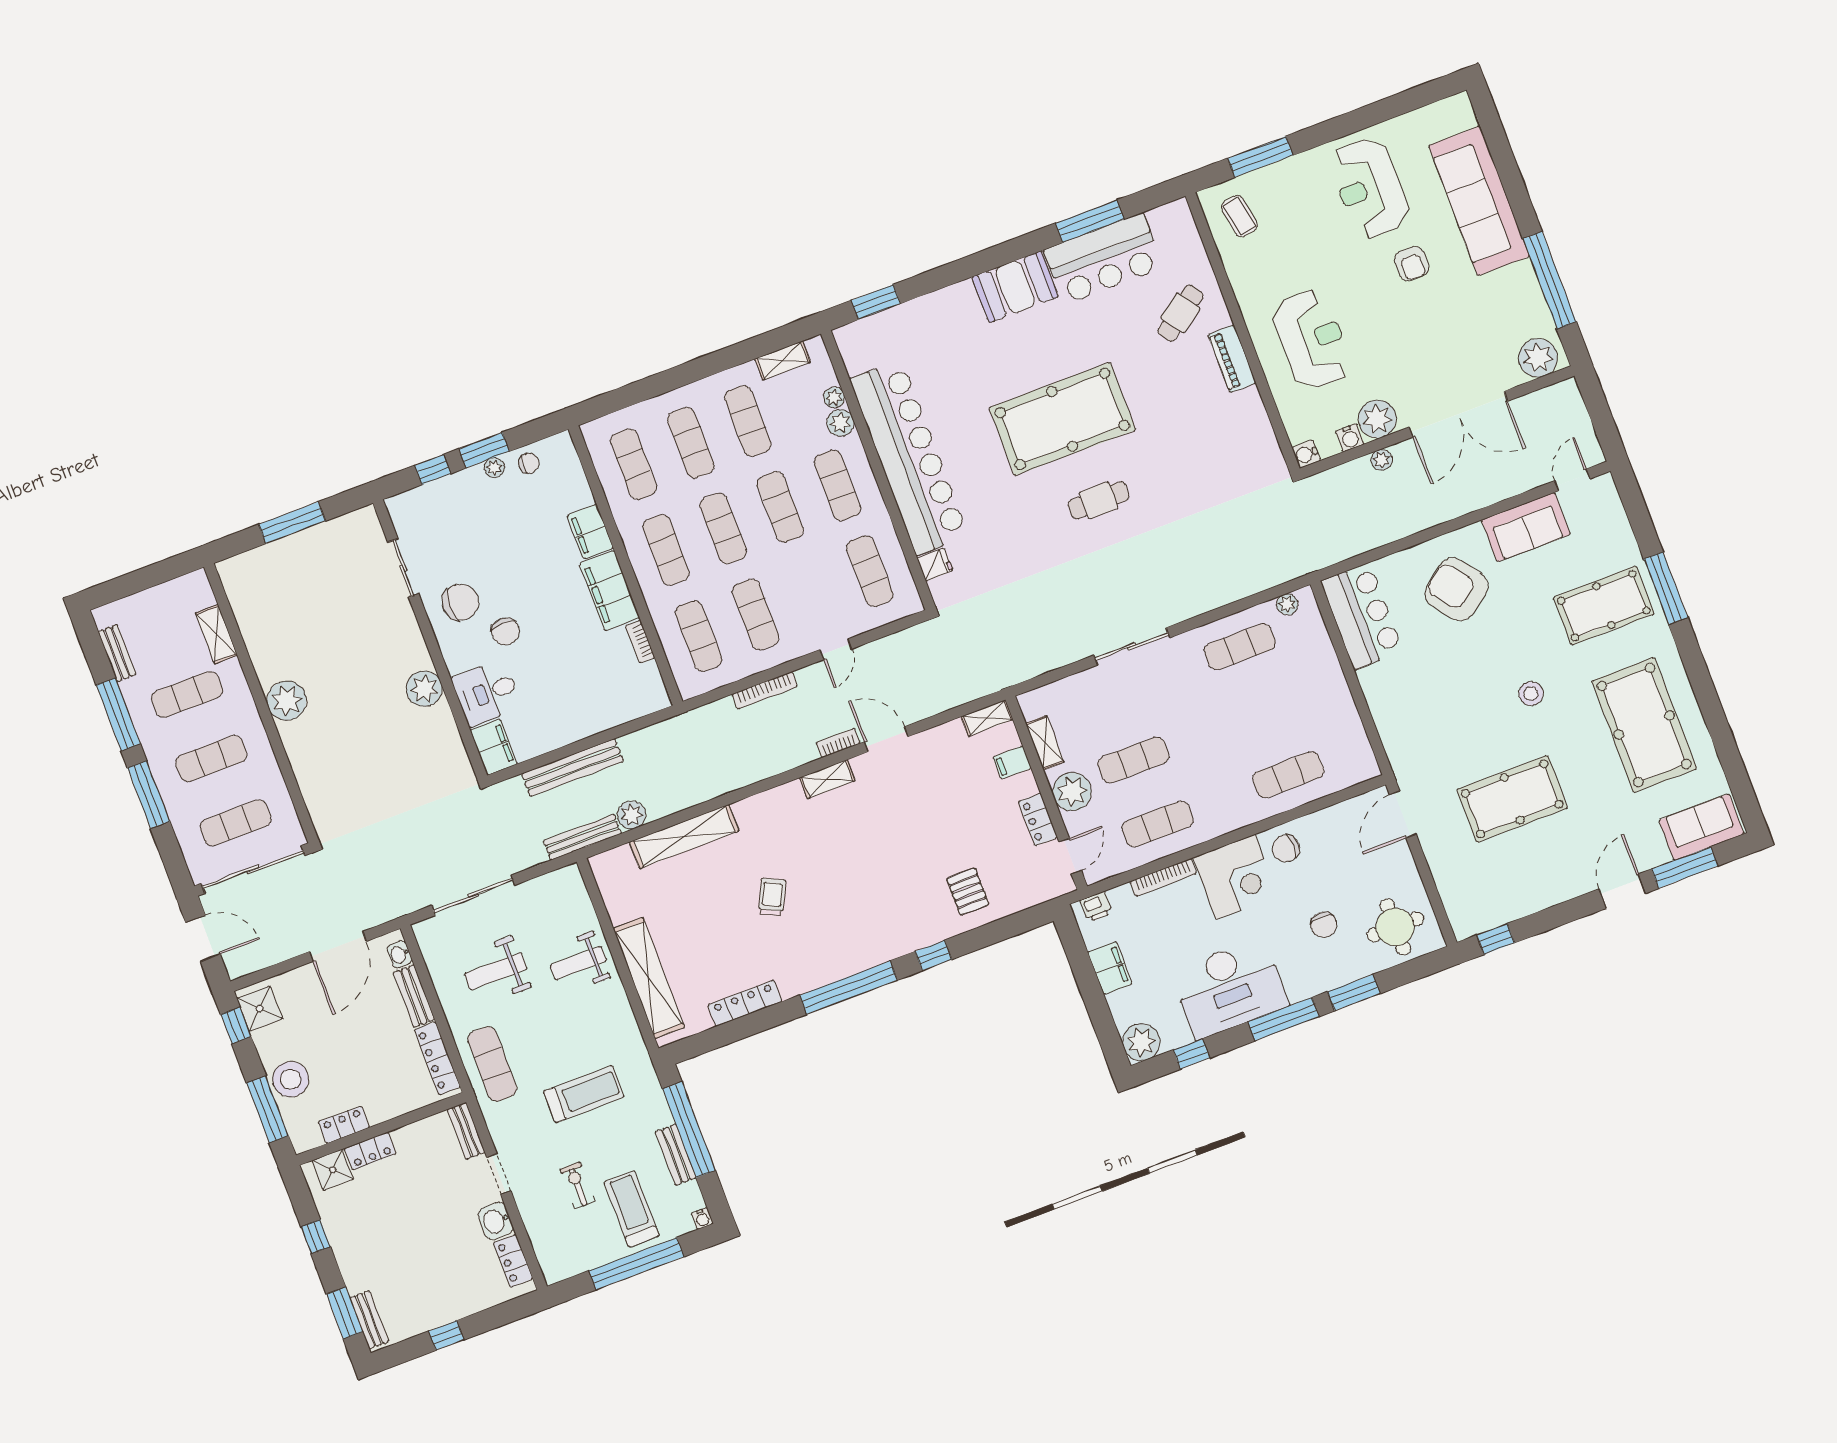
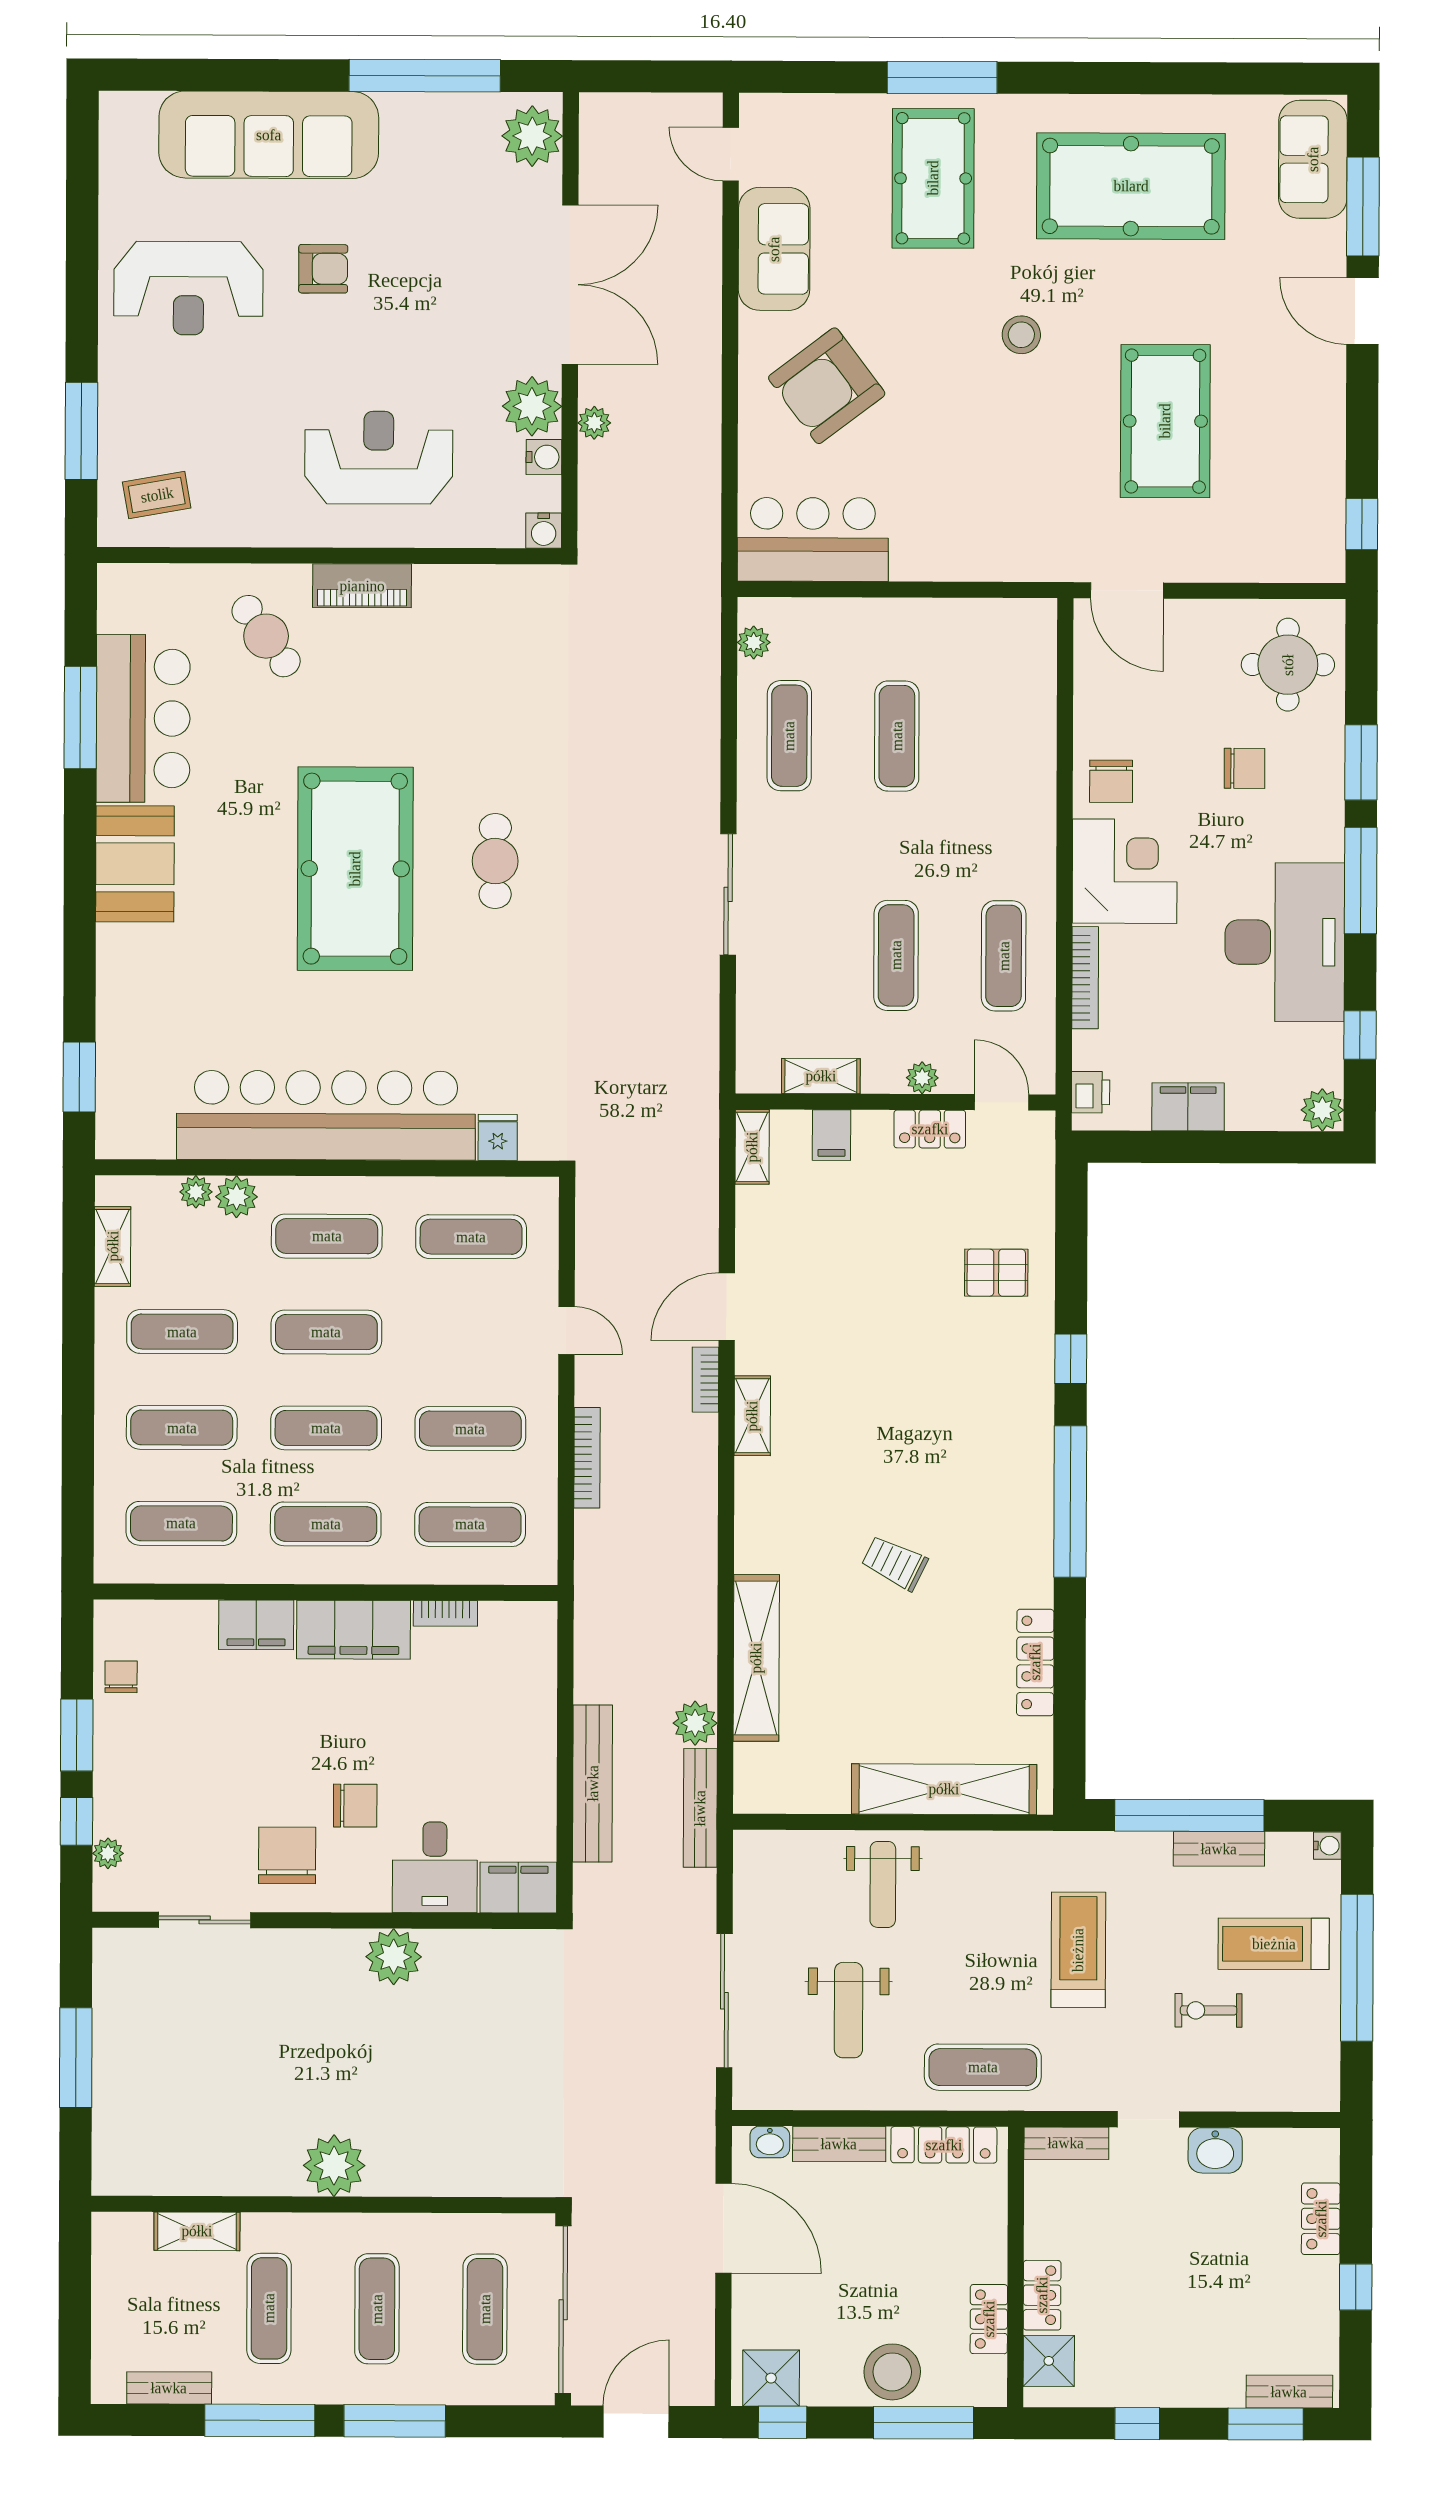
plant: (494, 468) -> (108, 1853), moved
exercise mat: (1288, 775) -> (897, 736), moved
plant: (1072, 792) -> (922, 1078), width x0.53, depth x0.53
plant: (1141, 1042) -> (1322, 1110), width x0.73, depth x0.73
locker: (513, 1261) -> (1321, 2219), moved, turned 90

